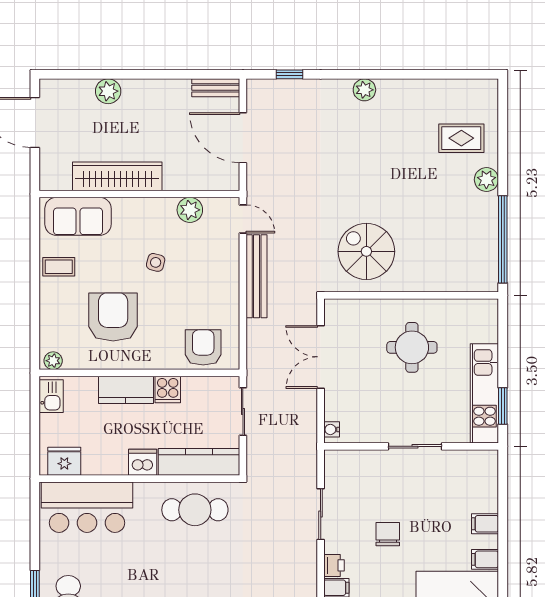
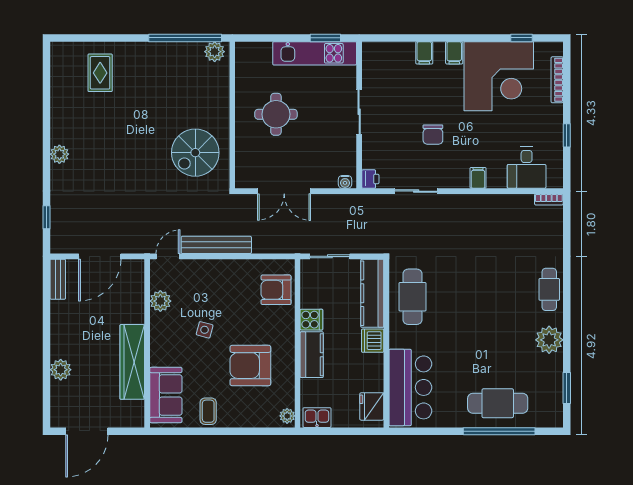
plant: (486, 180) -> (215, 52), moved
chair: (388, 534) -> (433, 135), turned -90
printer: (334, 565) -> (370, 179), moved, turned 90

